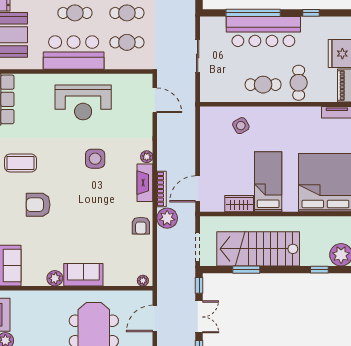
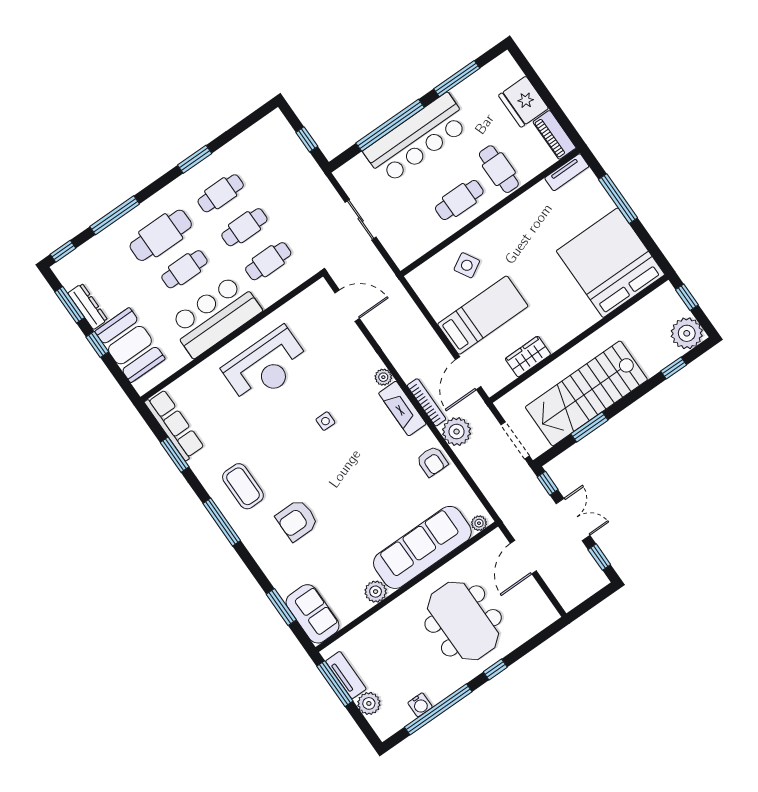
window: (311, 13) -> (457, 79), width x2.17
side table: (95, 159) -> (325, 421), width x0.54, depth x0.54
coffee table: (21, 163) -> (243, 486), turned 90
bed: (268, 182) -> (483, 315), moved, turned 90
sofa: (83, 275) -> (422, 547), width x1.85, depth x1.27

